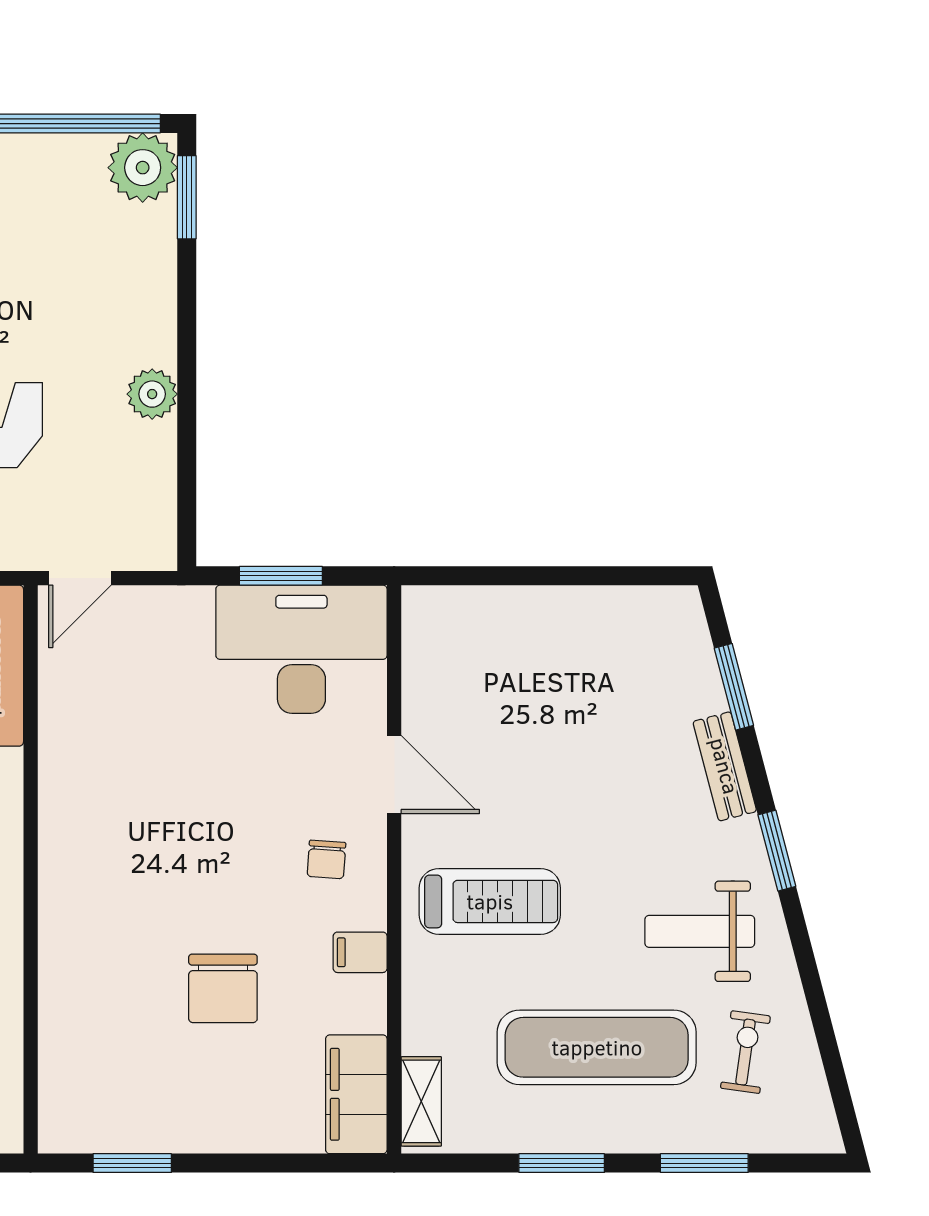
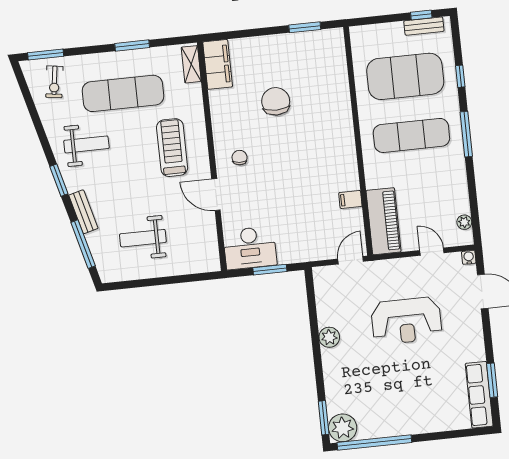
desk: (301, 649) -> (250, 248), width x0.73, depth x0.77
weight bench: (585, 686) -> (143, 238), added
window: (734, 687) -> (83, 244), width x1.44
treadmill: (490, 901) -> (172, 148), turned 90
filing cabinet: (360, 952) -> (350, 200), moved, turned 180
exercise bike: (745, 1052) -> (54, 82), moved
window: (704, 1163) -> (46, 55), moved

